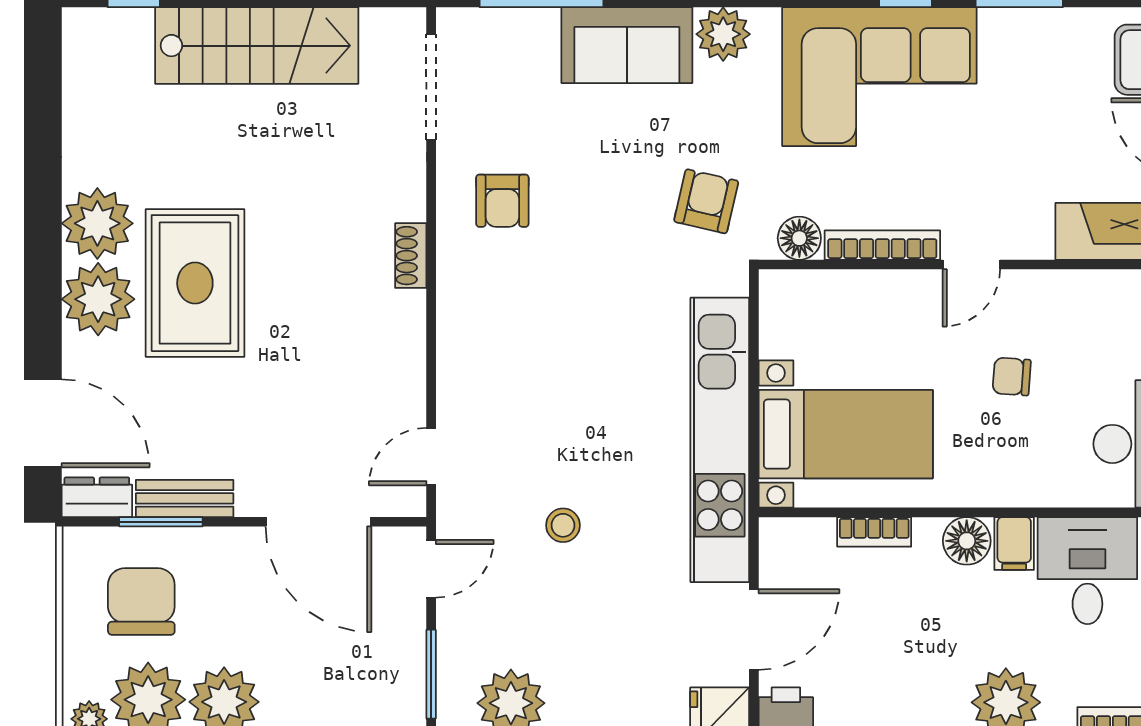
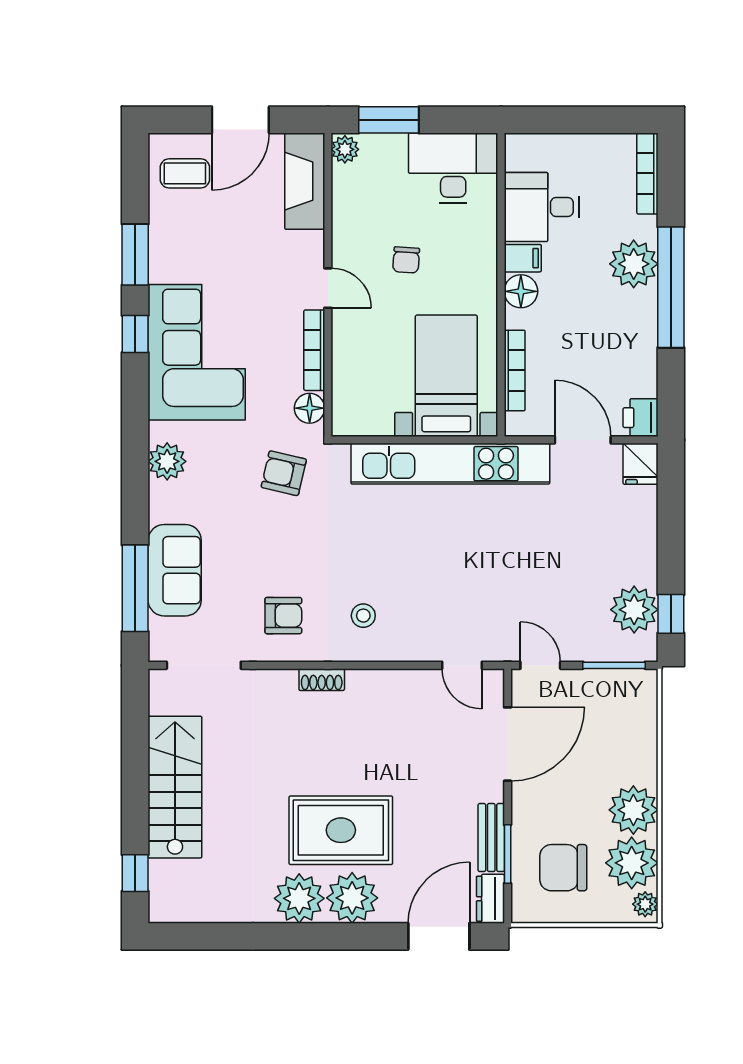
sofa: (627, 45) -> (175, 570), moved
stool: (563, 525) -> (363, 616), moved
bookcase: (874, 532) -> (515, 370), width x1.56

